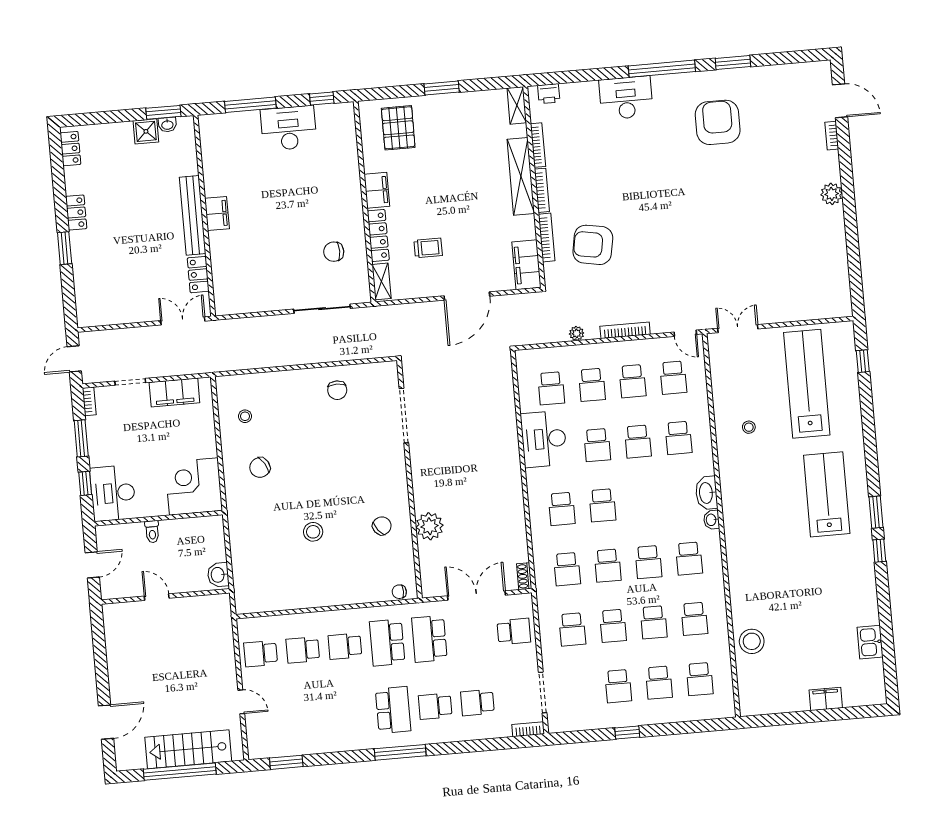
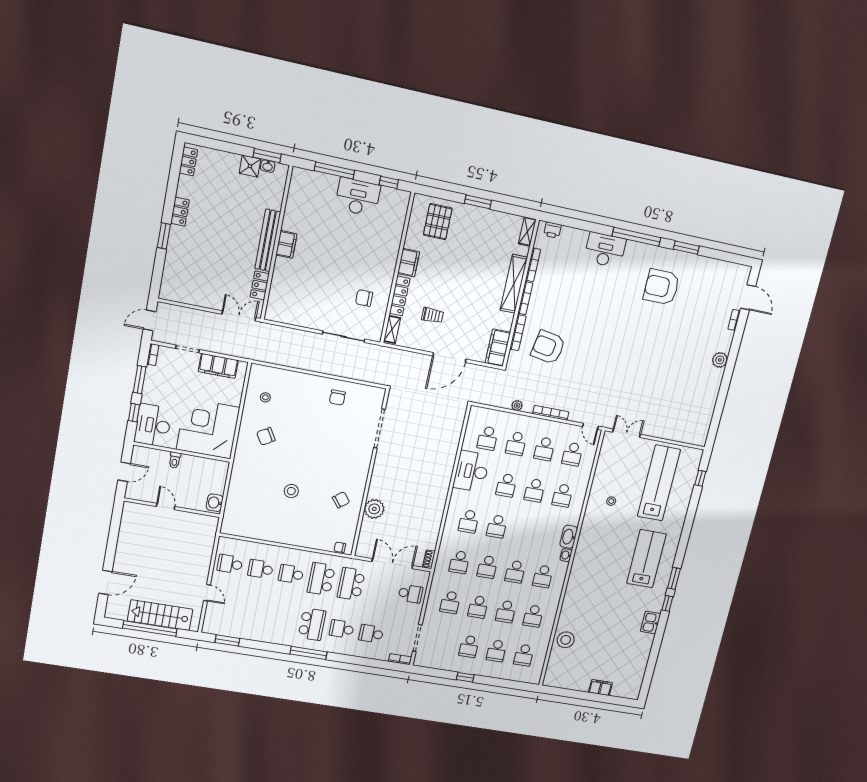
armchair: (718, 122) -> (661, 287), turned -90
corner desk: (194, 486) -> (208, 428), width x1.36, depth x1.36
kitchen sink: (870, 642) -> (651, 622), moved

